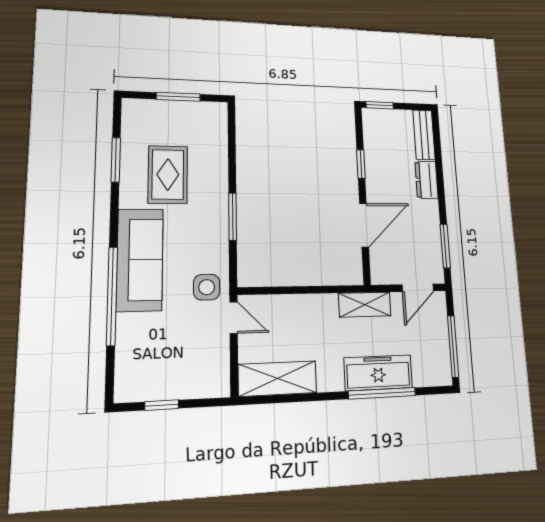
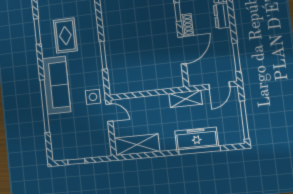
shoe rack: (374, 186) -> (187, 25), added

